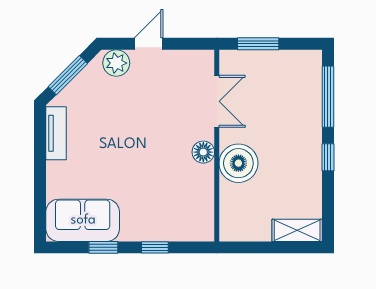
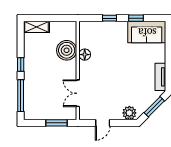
door: (149, 44) -> (103, 123), moved
floor lamp: (203, 152) -> (85, 55), moved
boiler: (238, 163) -> (67, 50), moved

